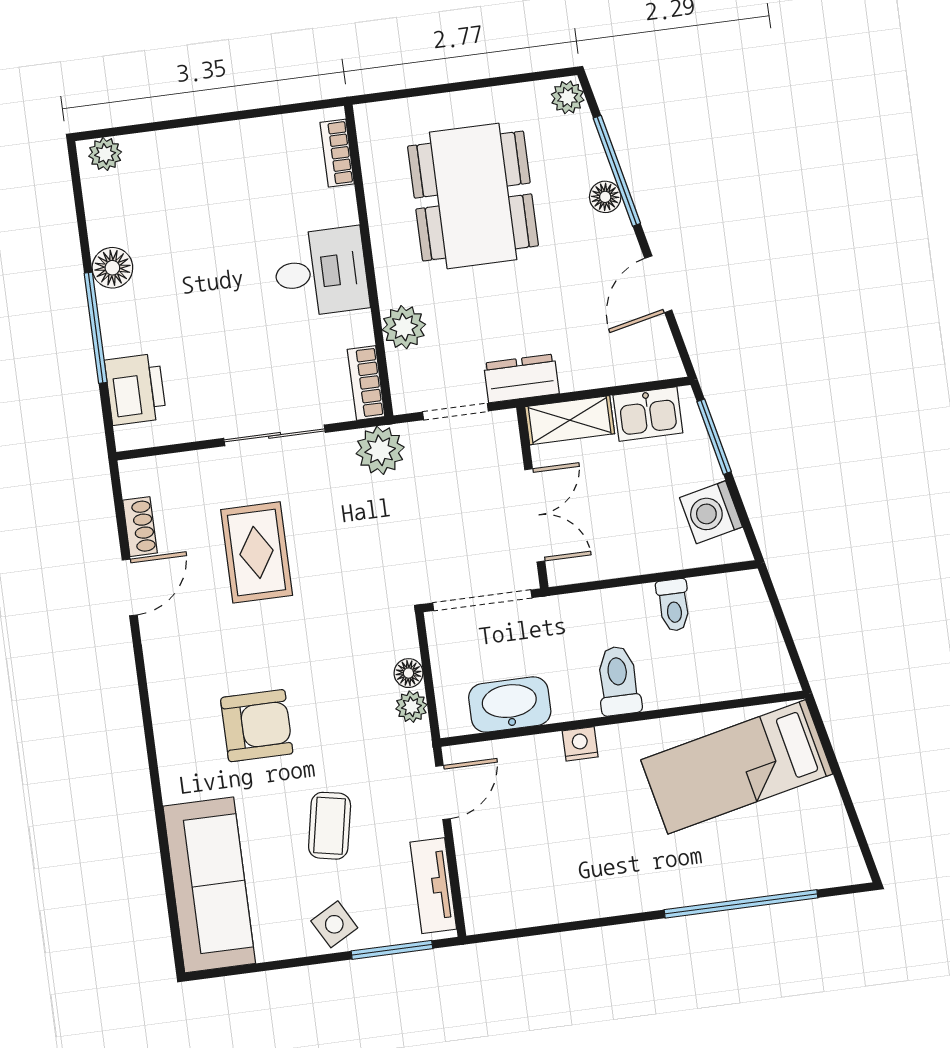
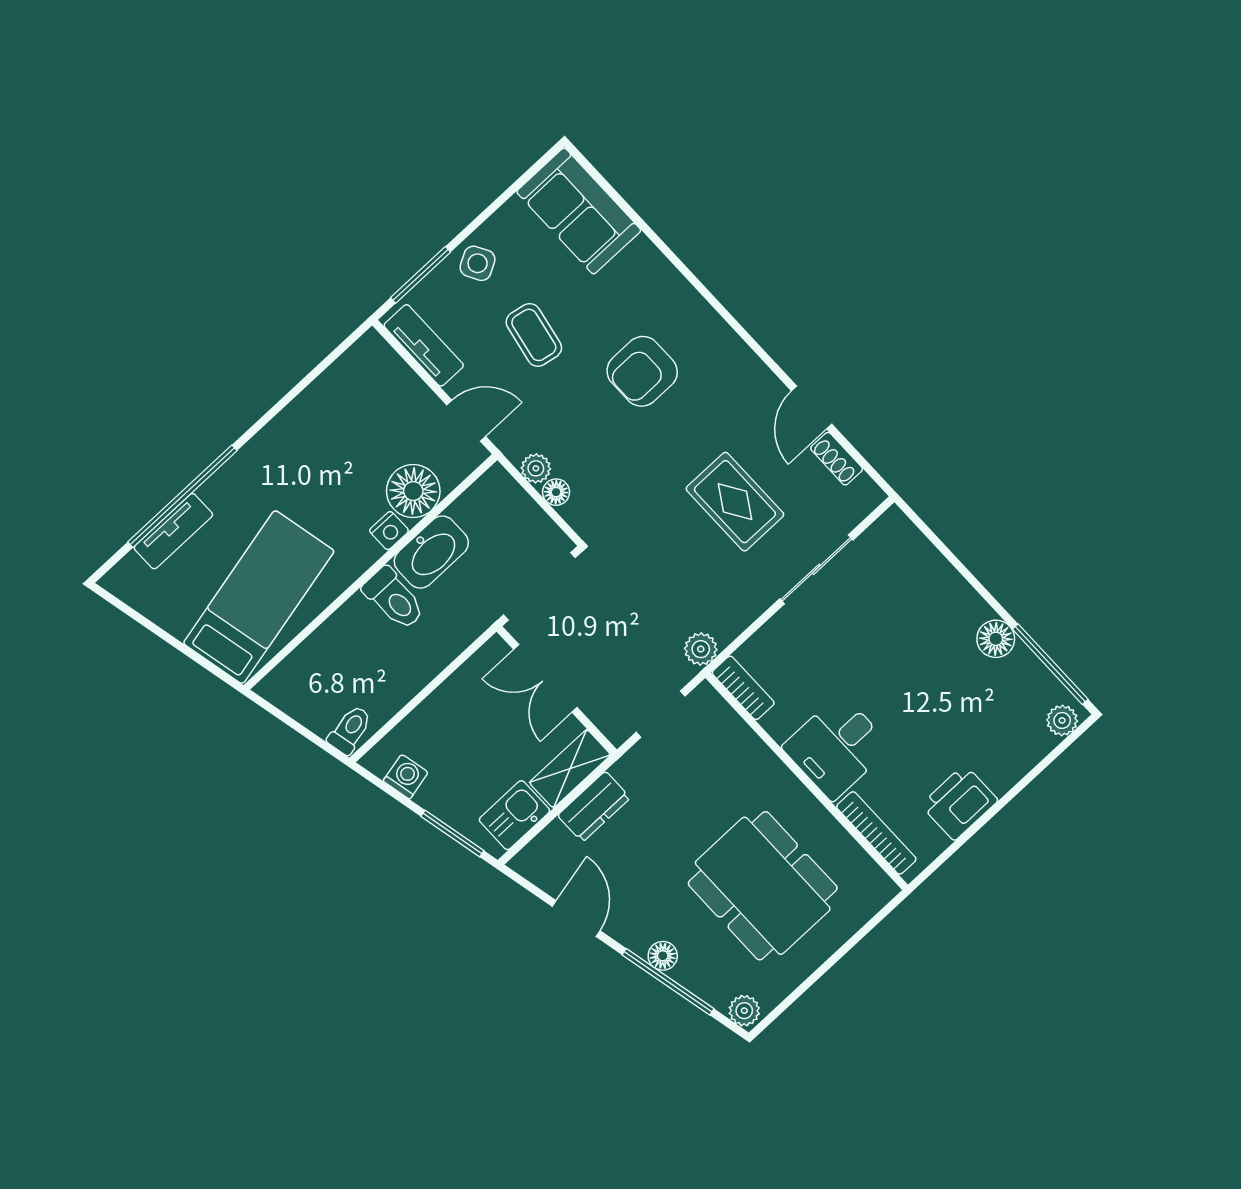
bookcase: (337, 153) -> (876, 833), width x1.56
plant: (404, 327) -> (745, 750), removed
window: (96, 328) -> (1050, 664), moved
dresser: (521, 378) -> (594, 807), moved
printer: (135, 389) -> (959, 803), moved, turned 90
sliding door: (275, 435) -> (816, 569), moved
plant: (380, 450) -> (701, 649), width x0.73, depth x0.73
washing machine: (711, 512) -> (406, 777), width x0.73, depth x0.73
toilet: (674, 605) -> (350, 730), moved, turned 77
washbasin: (510, 704) -> (431, 552), moved
floor lamp: (534, 764) -> (413, 491), added
door: (443, 792) -> (466, 421), swing flipped
tv unit: (771, 879) -> (173, 531), added
sofa: (209, 885) -> (579, 211), width x0.73

